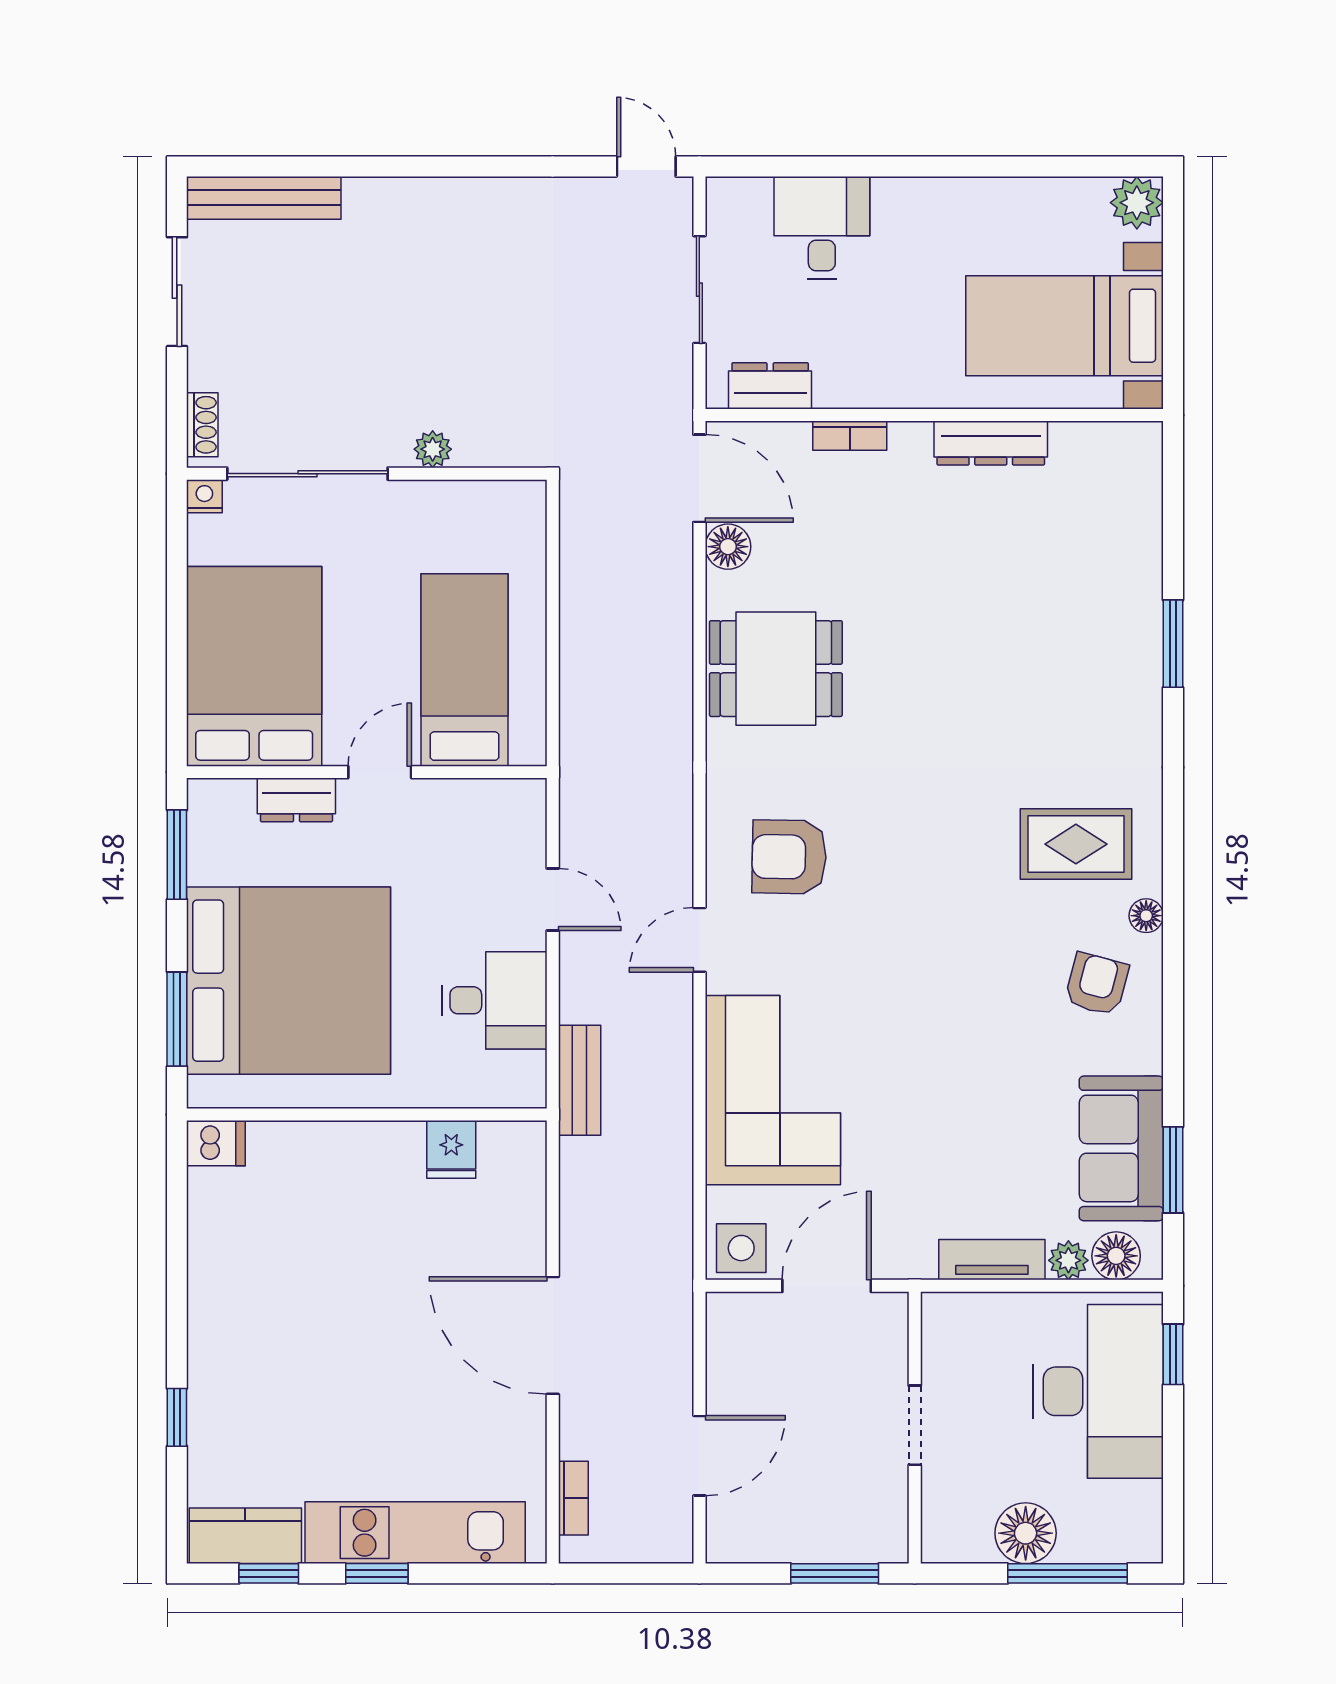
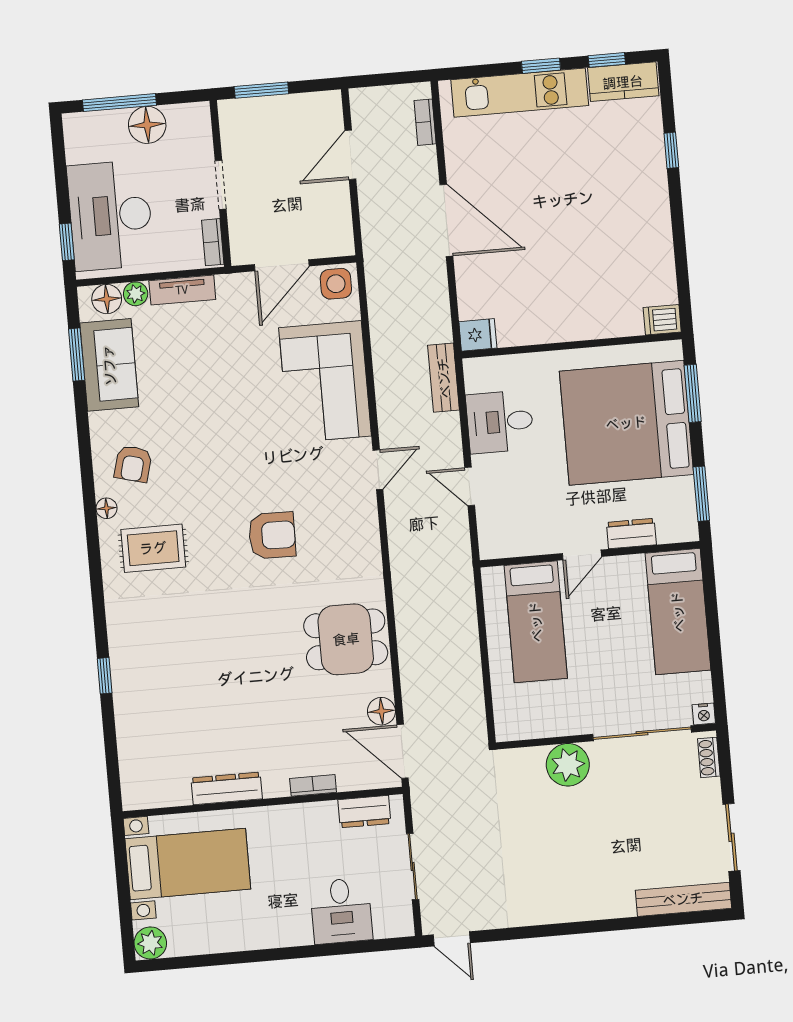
plant: (433, 449) -> (568, 765), width x1.88, depth x1.88
window: (1173, 644) -> (105, 676), width x0.67
bed: (254, 666) -> (678, 612), width x0.67
armchair: (789, 857) -> (272, 535), moved
fridge: (451, 1149) -> (478, 335), moved, turned 90
bookcase: (936, 1333) -> (213, 242), added

